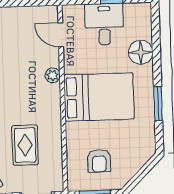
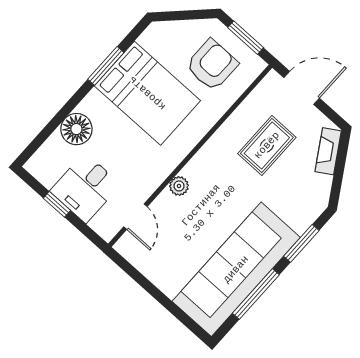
bed: (99, 97) -> (147, 93), moved, turned 180
armchair: (99, 161) -> (212, 65), width x1.38, depth x1.38

